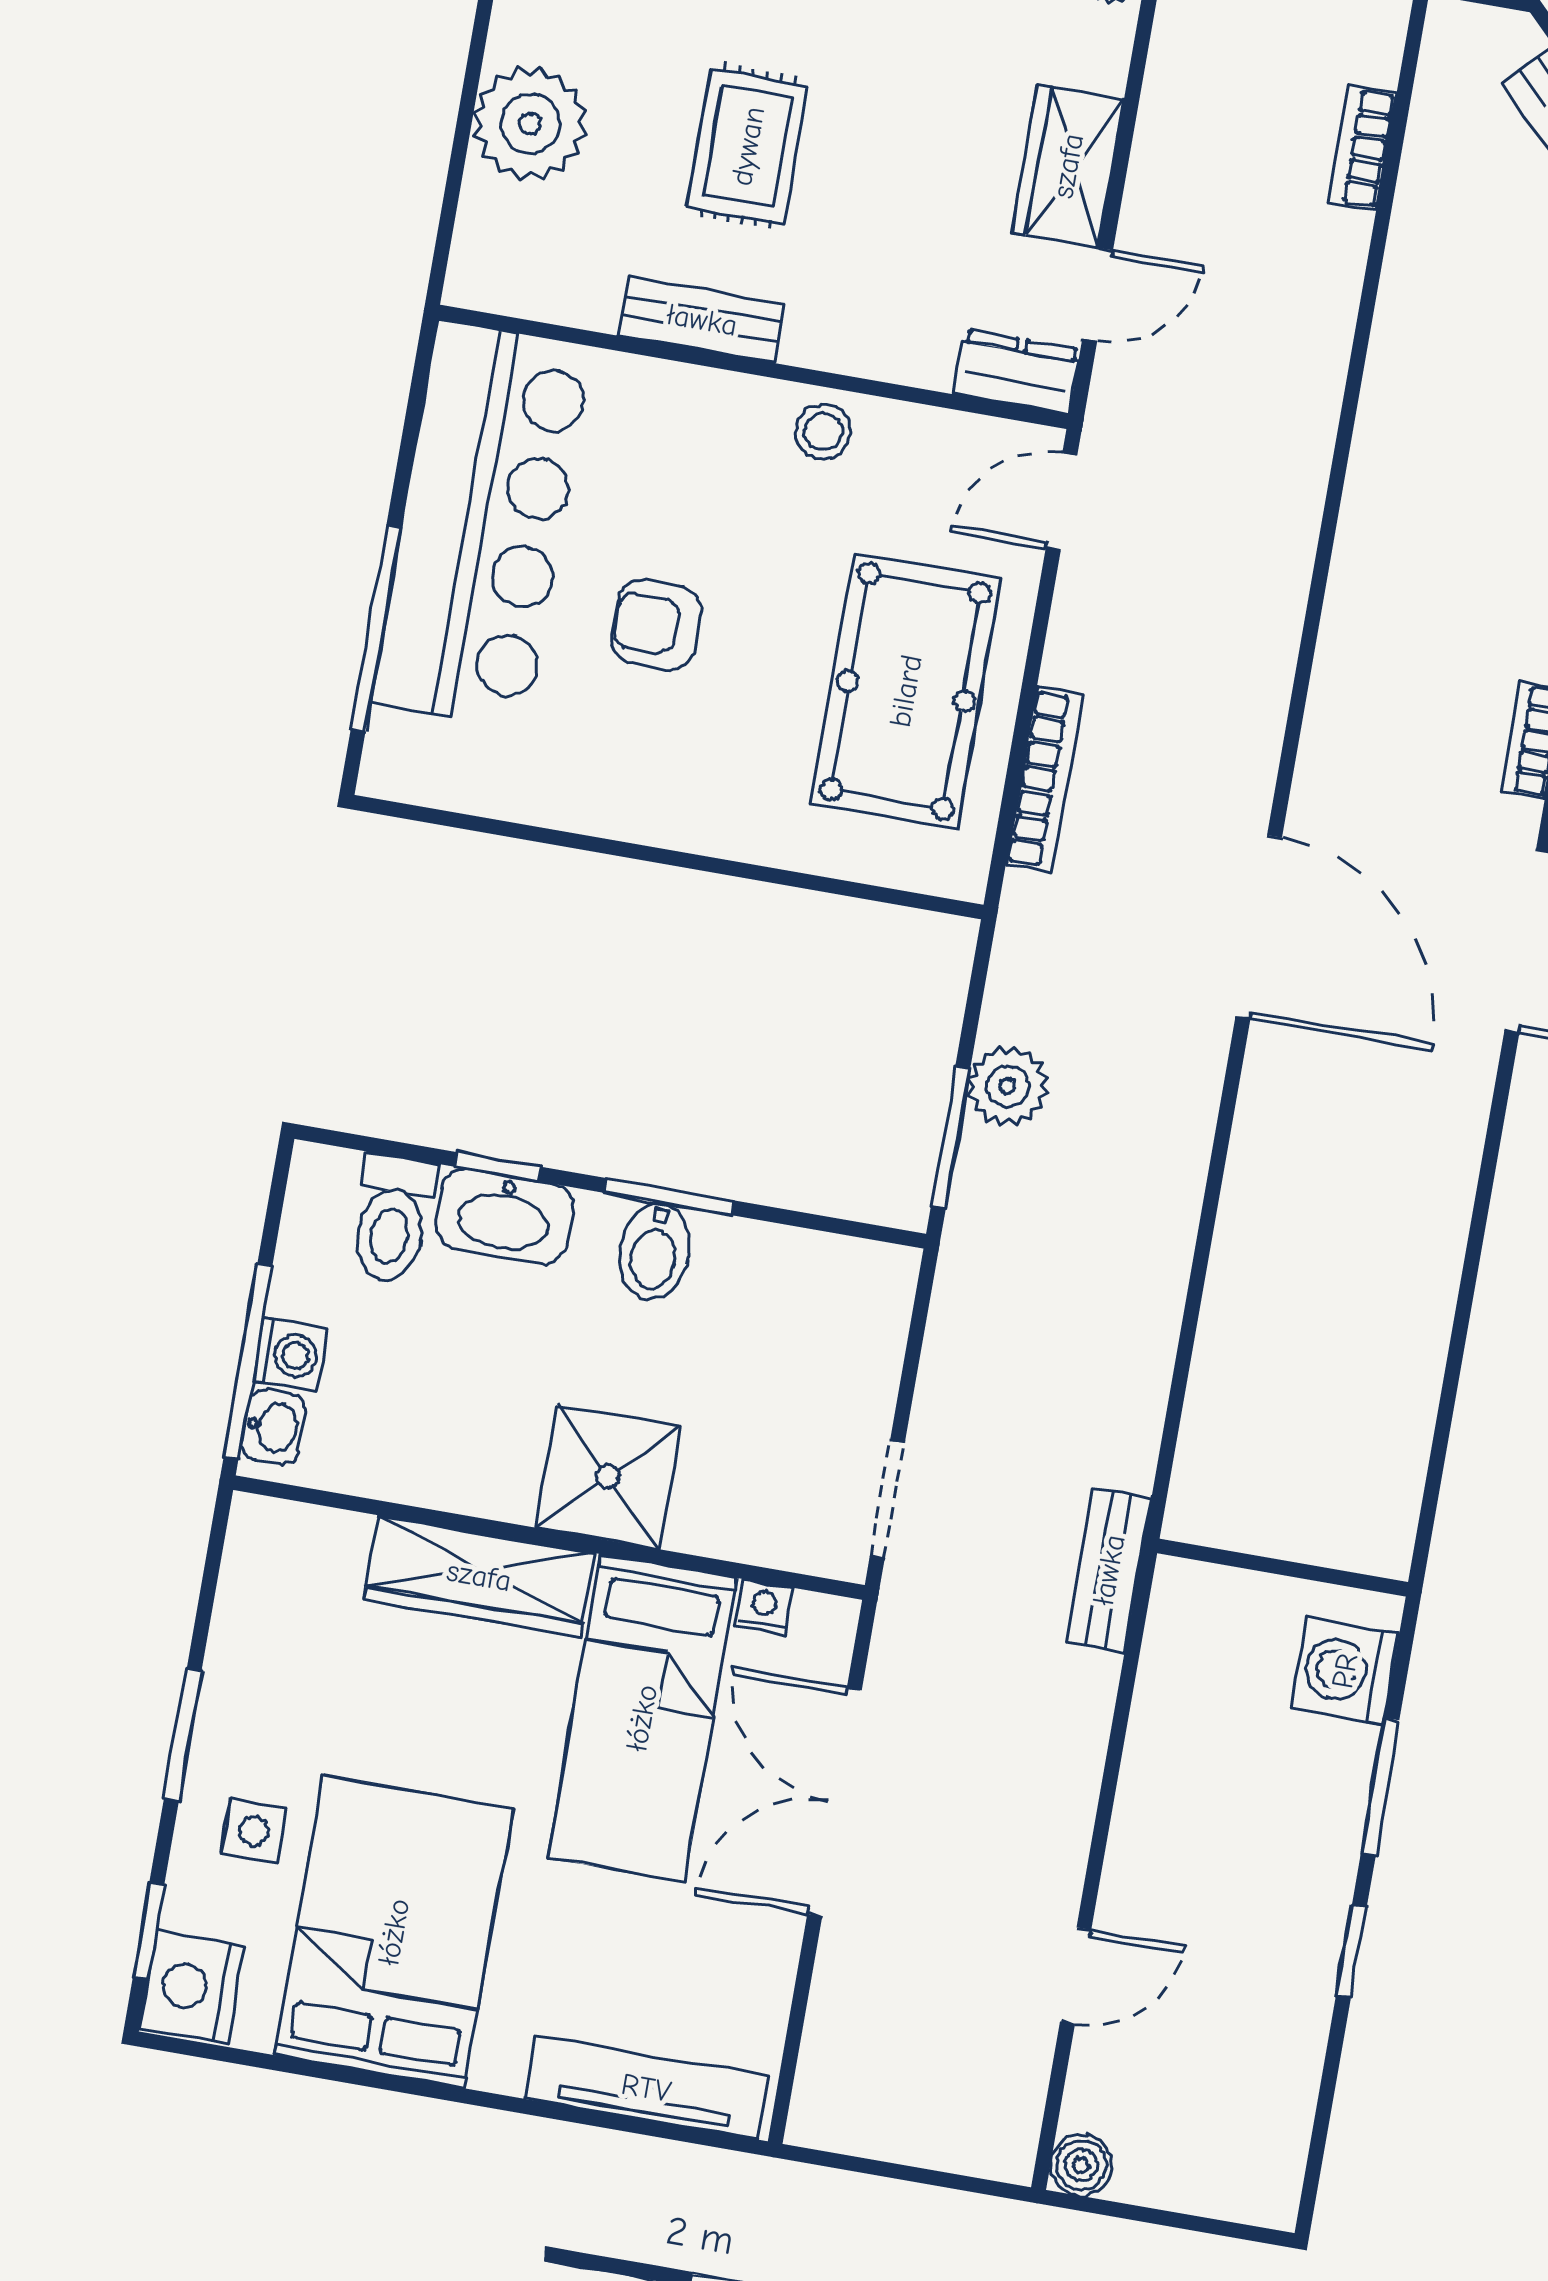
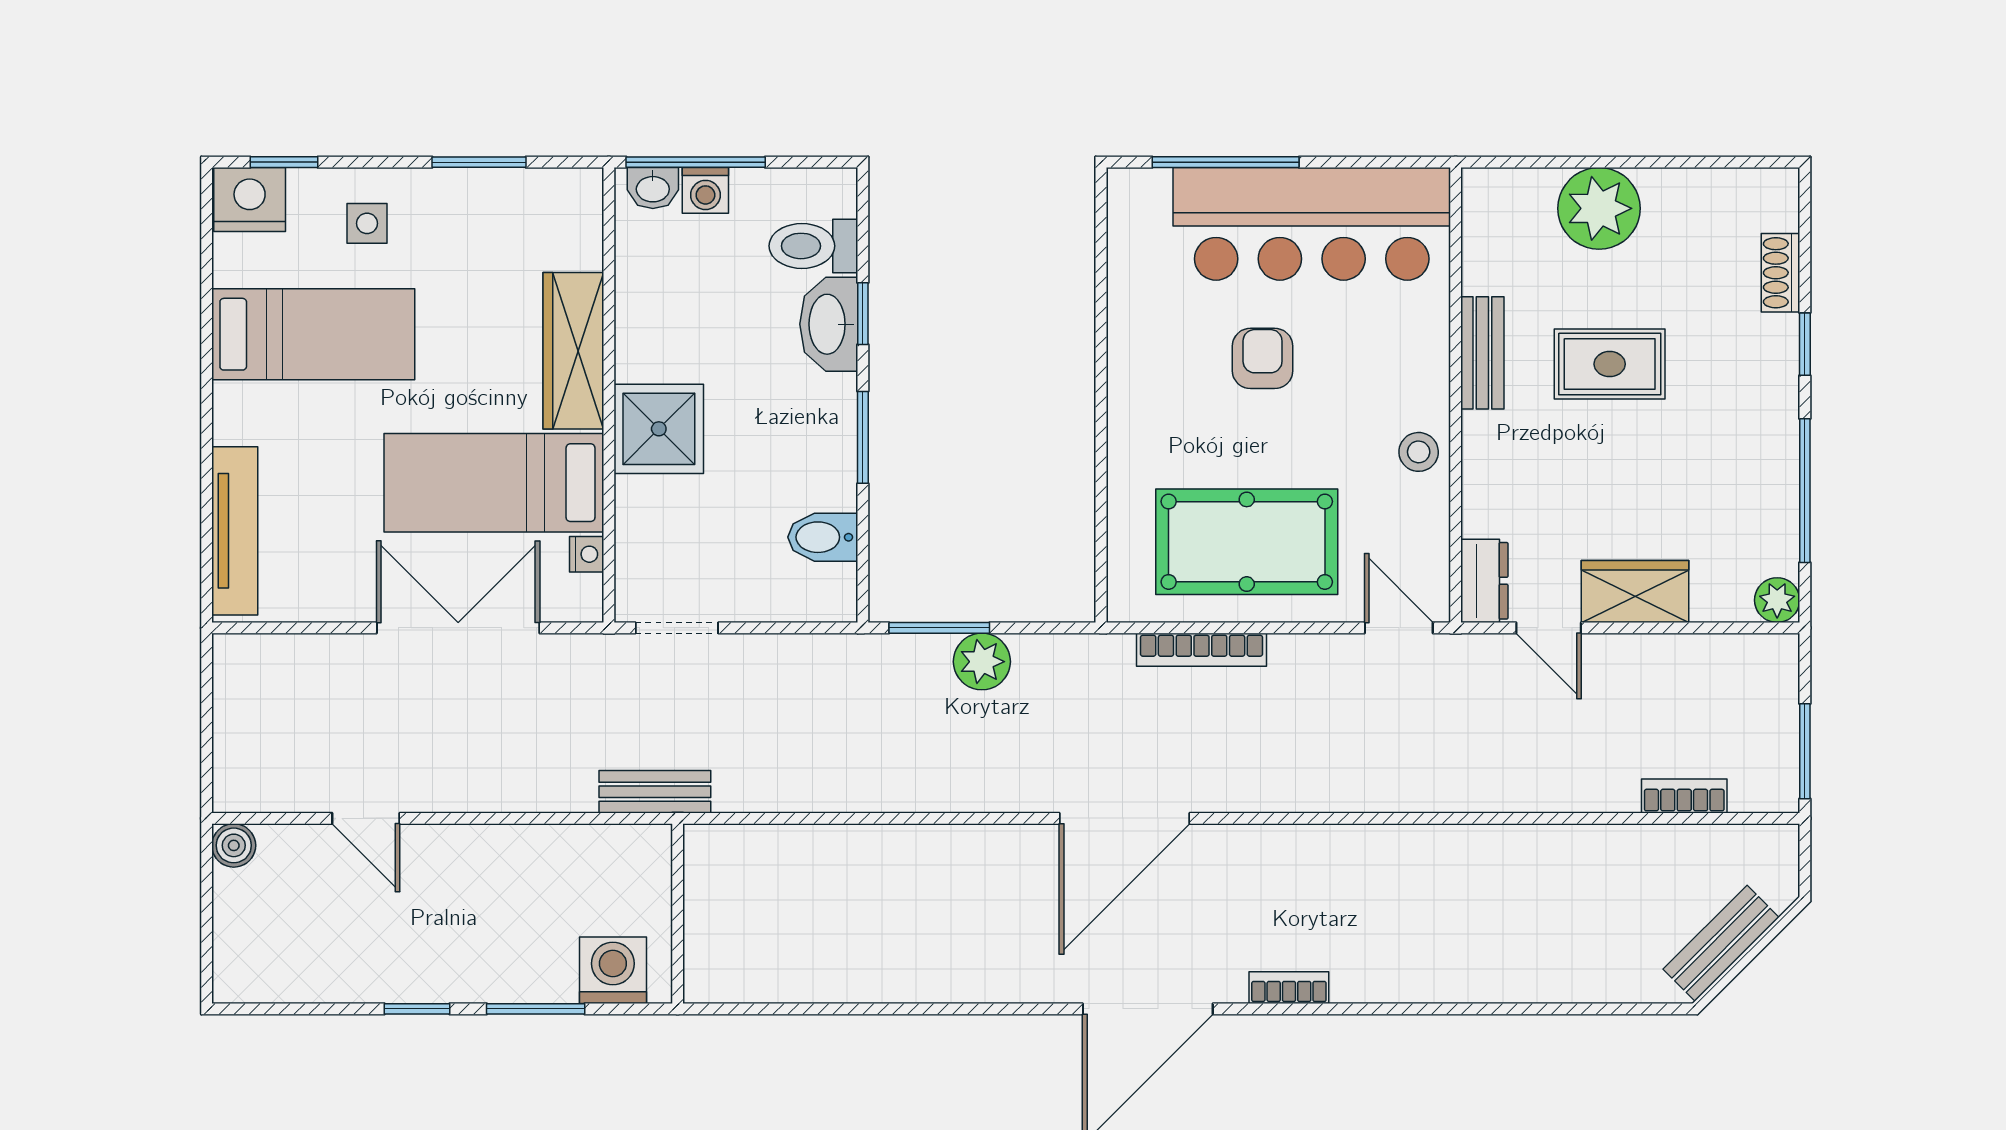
bidet: (654, 1251) -> (823, 537), moved
window: (183, 1734) -> (479, 162), moved
bed: (394, 1932) -> (313, 334), width x0.67

